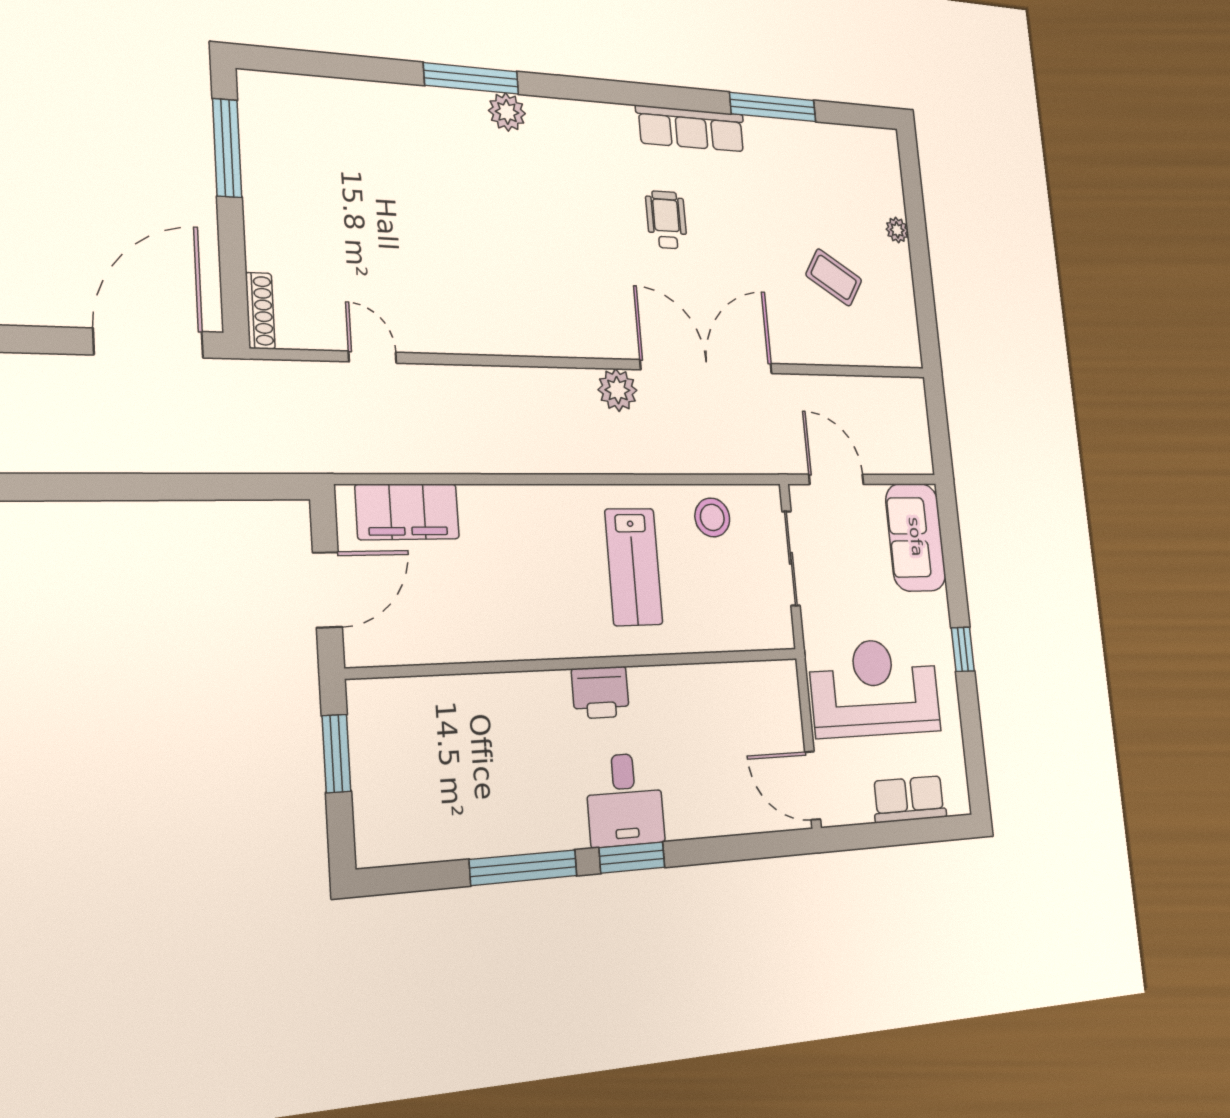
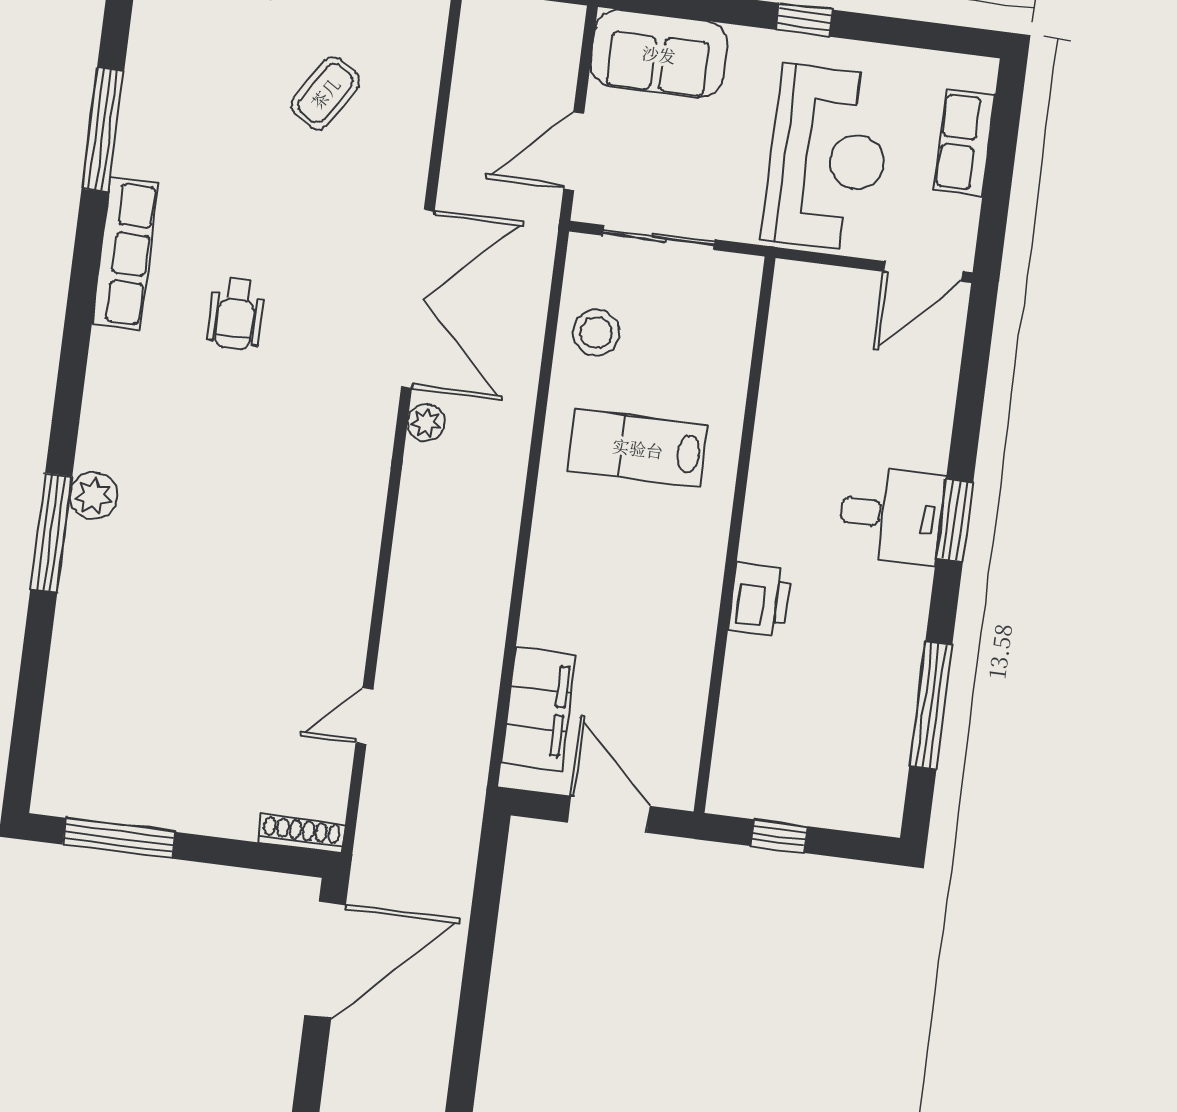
wheelchair: (666, 220) -> (236, 313), turned -90
door: (149, 343) -> (325, 960), swing flipped
double door: (707, 367) -> (418, 299), swing flipped
plant: (617, 390) -> (426, 423), width x0.73, depth x0.73
lab bench: (634, 567) -> (638, 448), turned 180
reception desk: (875, 688) -> (827, 158), turned 180
printer: (600, 693) -> (760, 600), moved
window: (336, 753) -> (779, 836), width x0.67
window: (523, 868) -> (931, 705), moved

